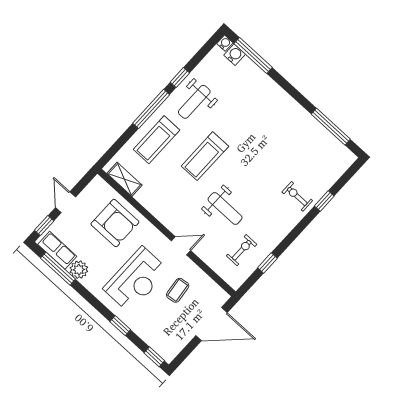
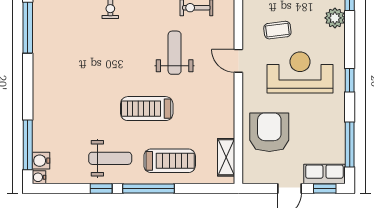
treadmill: (205, 156) -> (147, 109), turned 180
row of seats: (57, 250) -> (324, 174), moved, turned 90
plant: (79, 270) -> (335, 18), moved
window: (120, 326) -> (350, 80), moved

